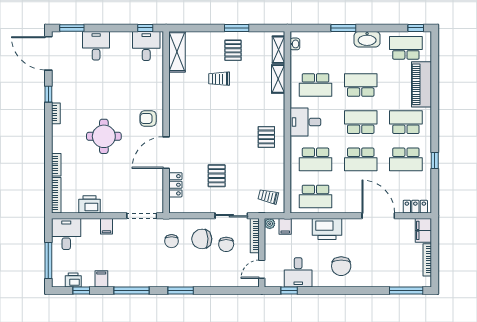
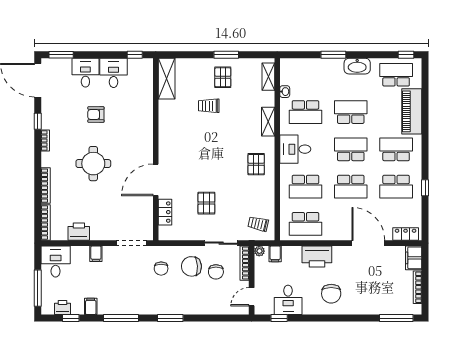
washbasin: (295, 44) -> (285, 92), moved
desk: (146, 46) -> (114, 73), moved
shelving: (278, 79) -> (268, 122), moved
armchair: (148, 118) -> (96, 115), moved
bookcase: (56, 165) -> (46, 186), width x1.56

